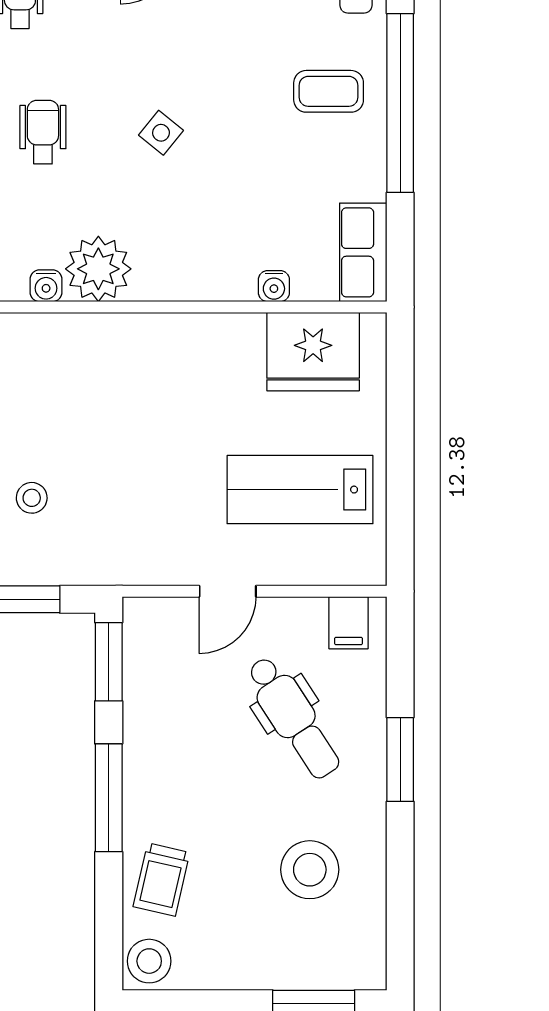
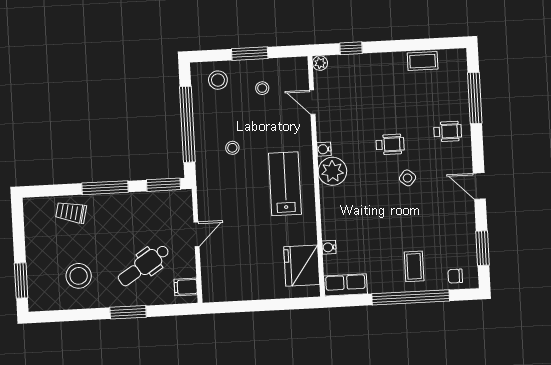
side table: (161, 133) -> (408, 178), moved
lab bench: (300, 490) -> (285, 184), moved
door: (228, 591) -> (197, 234), swing flipped
stool: (149, 961) -> (36, 209), removed

